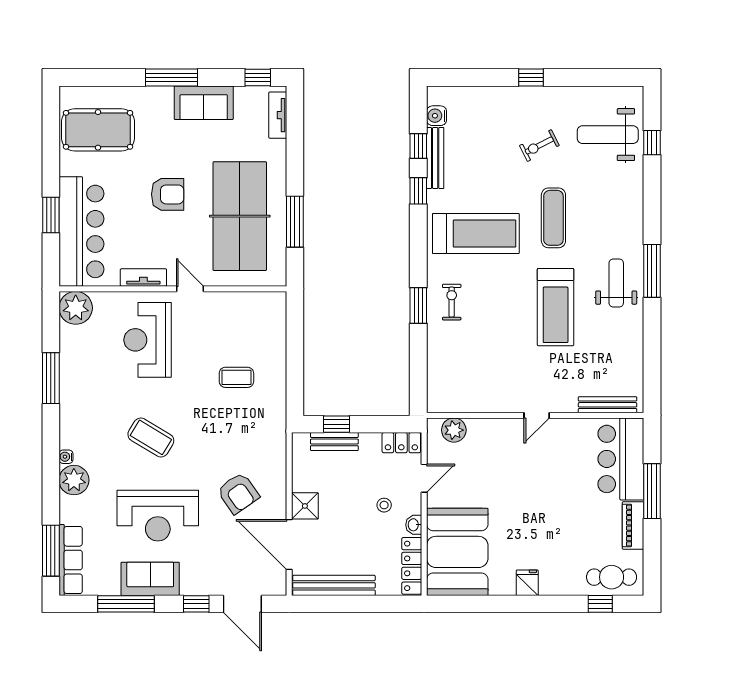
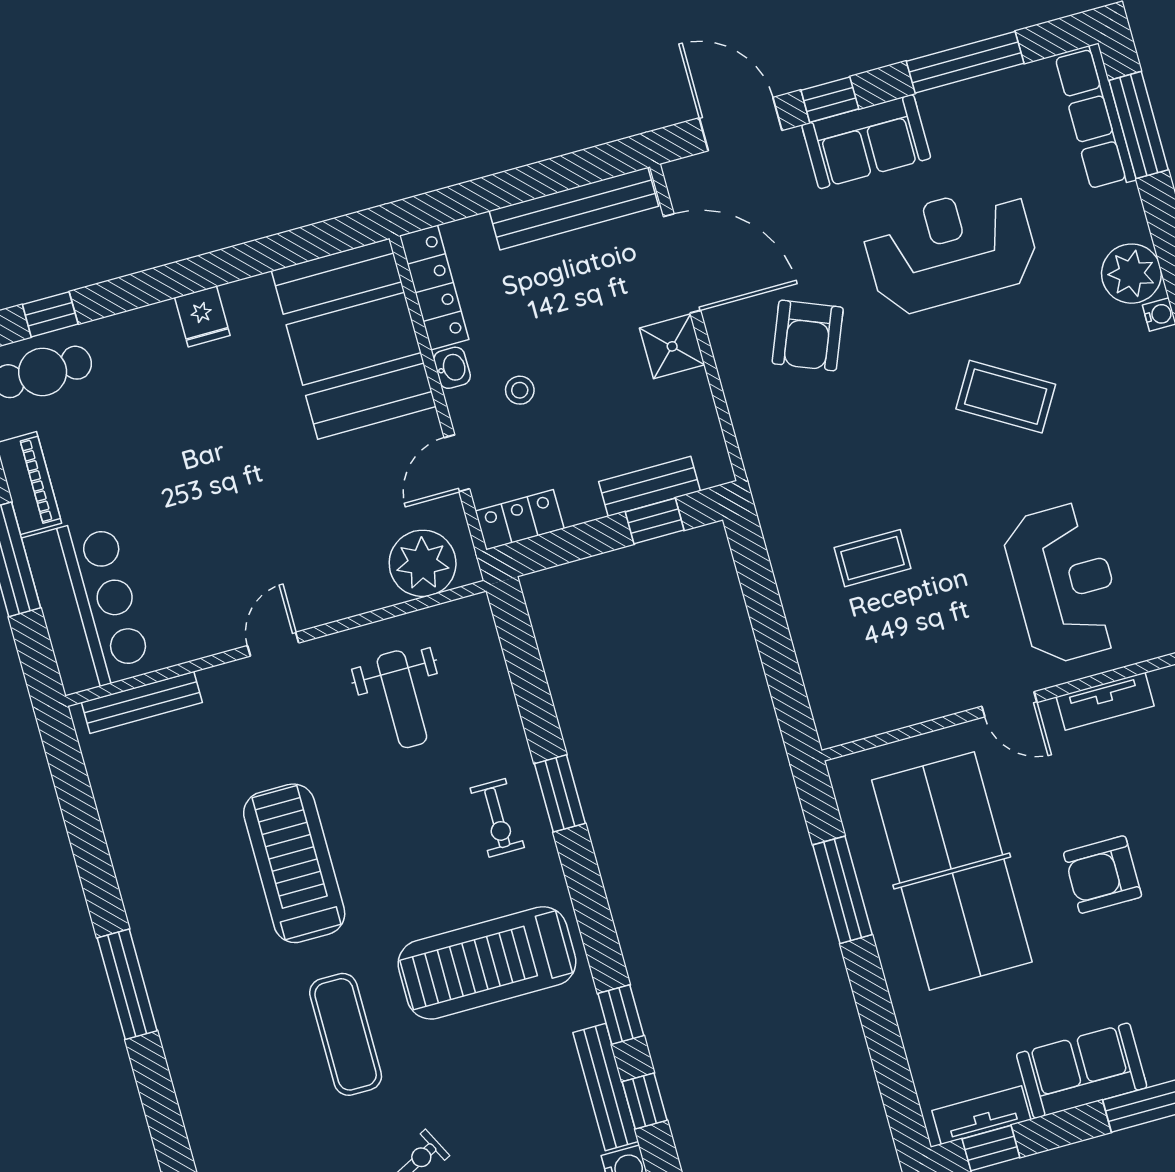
tv unit: (278, 115) -> (981, 1115), moved, turned -90
weight bench: (616, 283) -> (402, 699), moved
plant: (454, 430) -> (423, 563), width x1.36, depth x1.36
armchair: (238, 493) -> (808, 335), turned -123
sofa: (150, 579) -> (866, 142), moved

